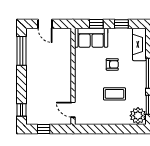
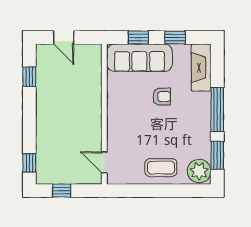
sofa: (91, 38) -> (140, 58), width x1.36
window: (21, 51) -> (29, 77), width x0.46
coffee table: (114, 94) -> (161, 168), moved

